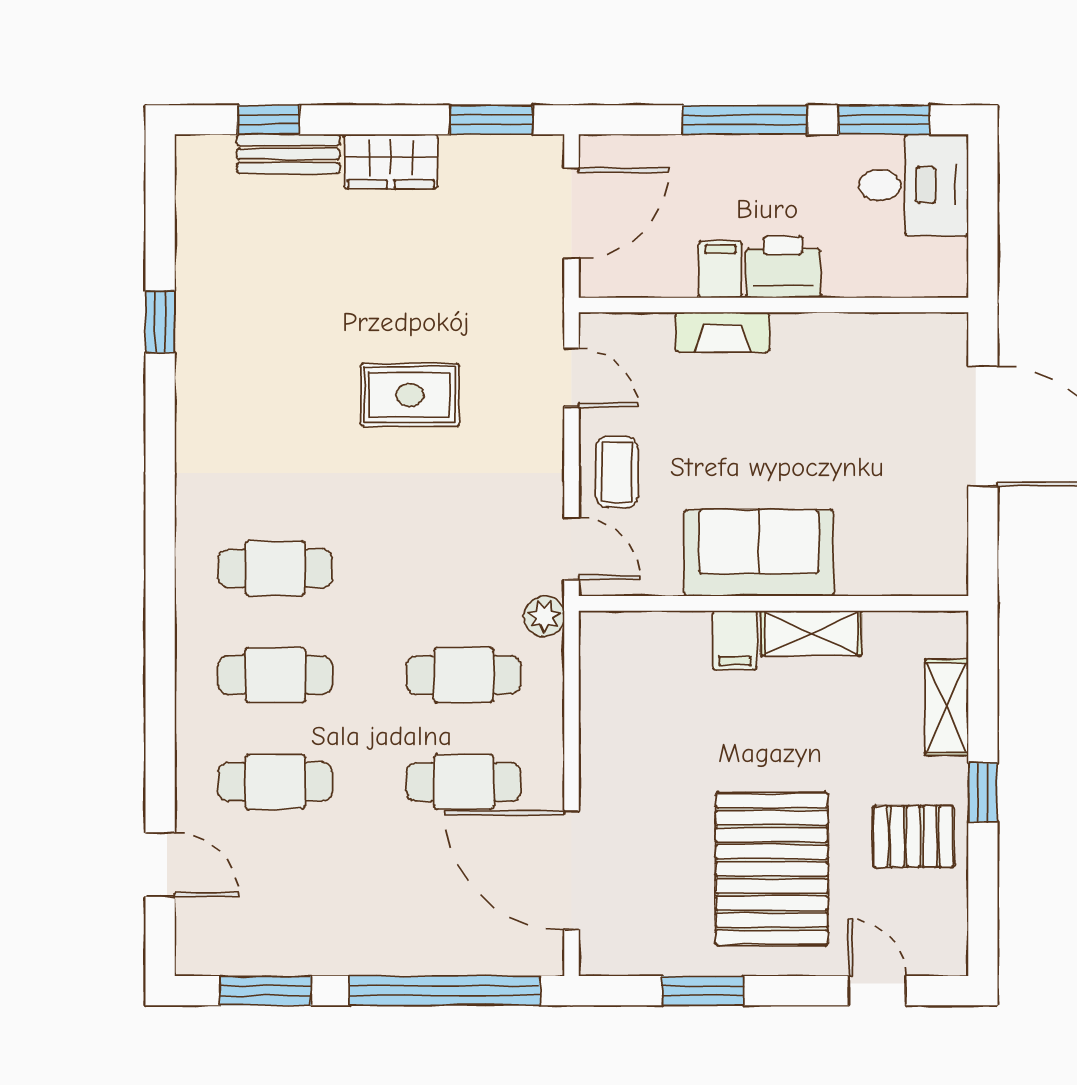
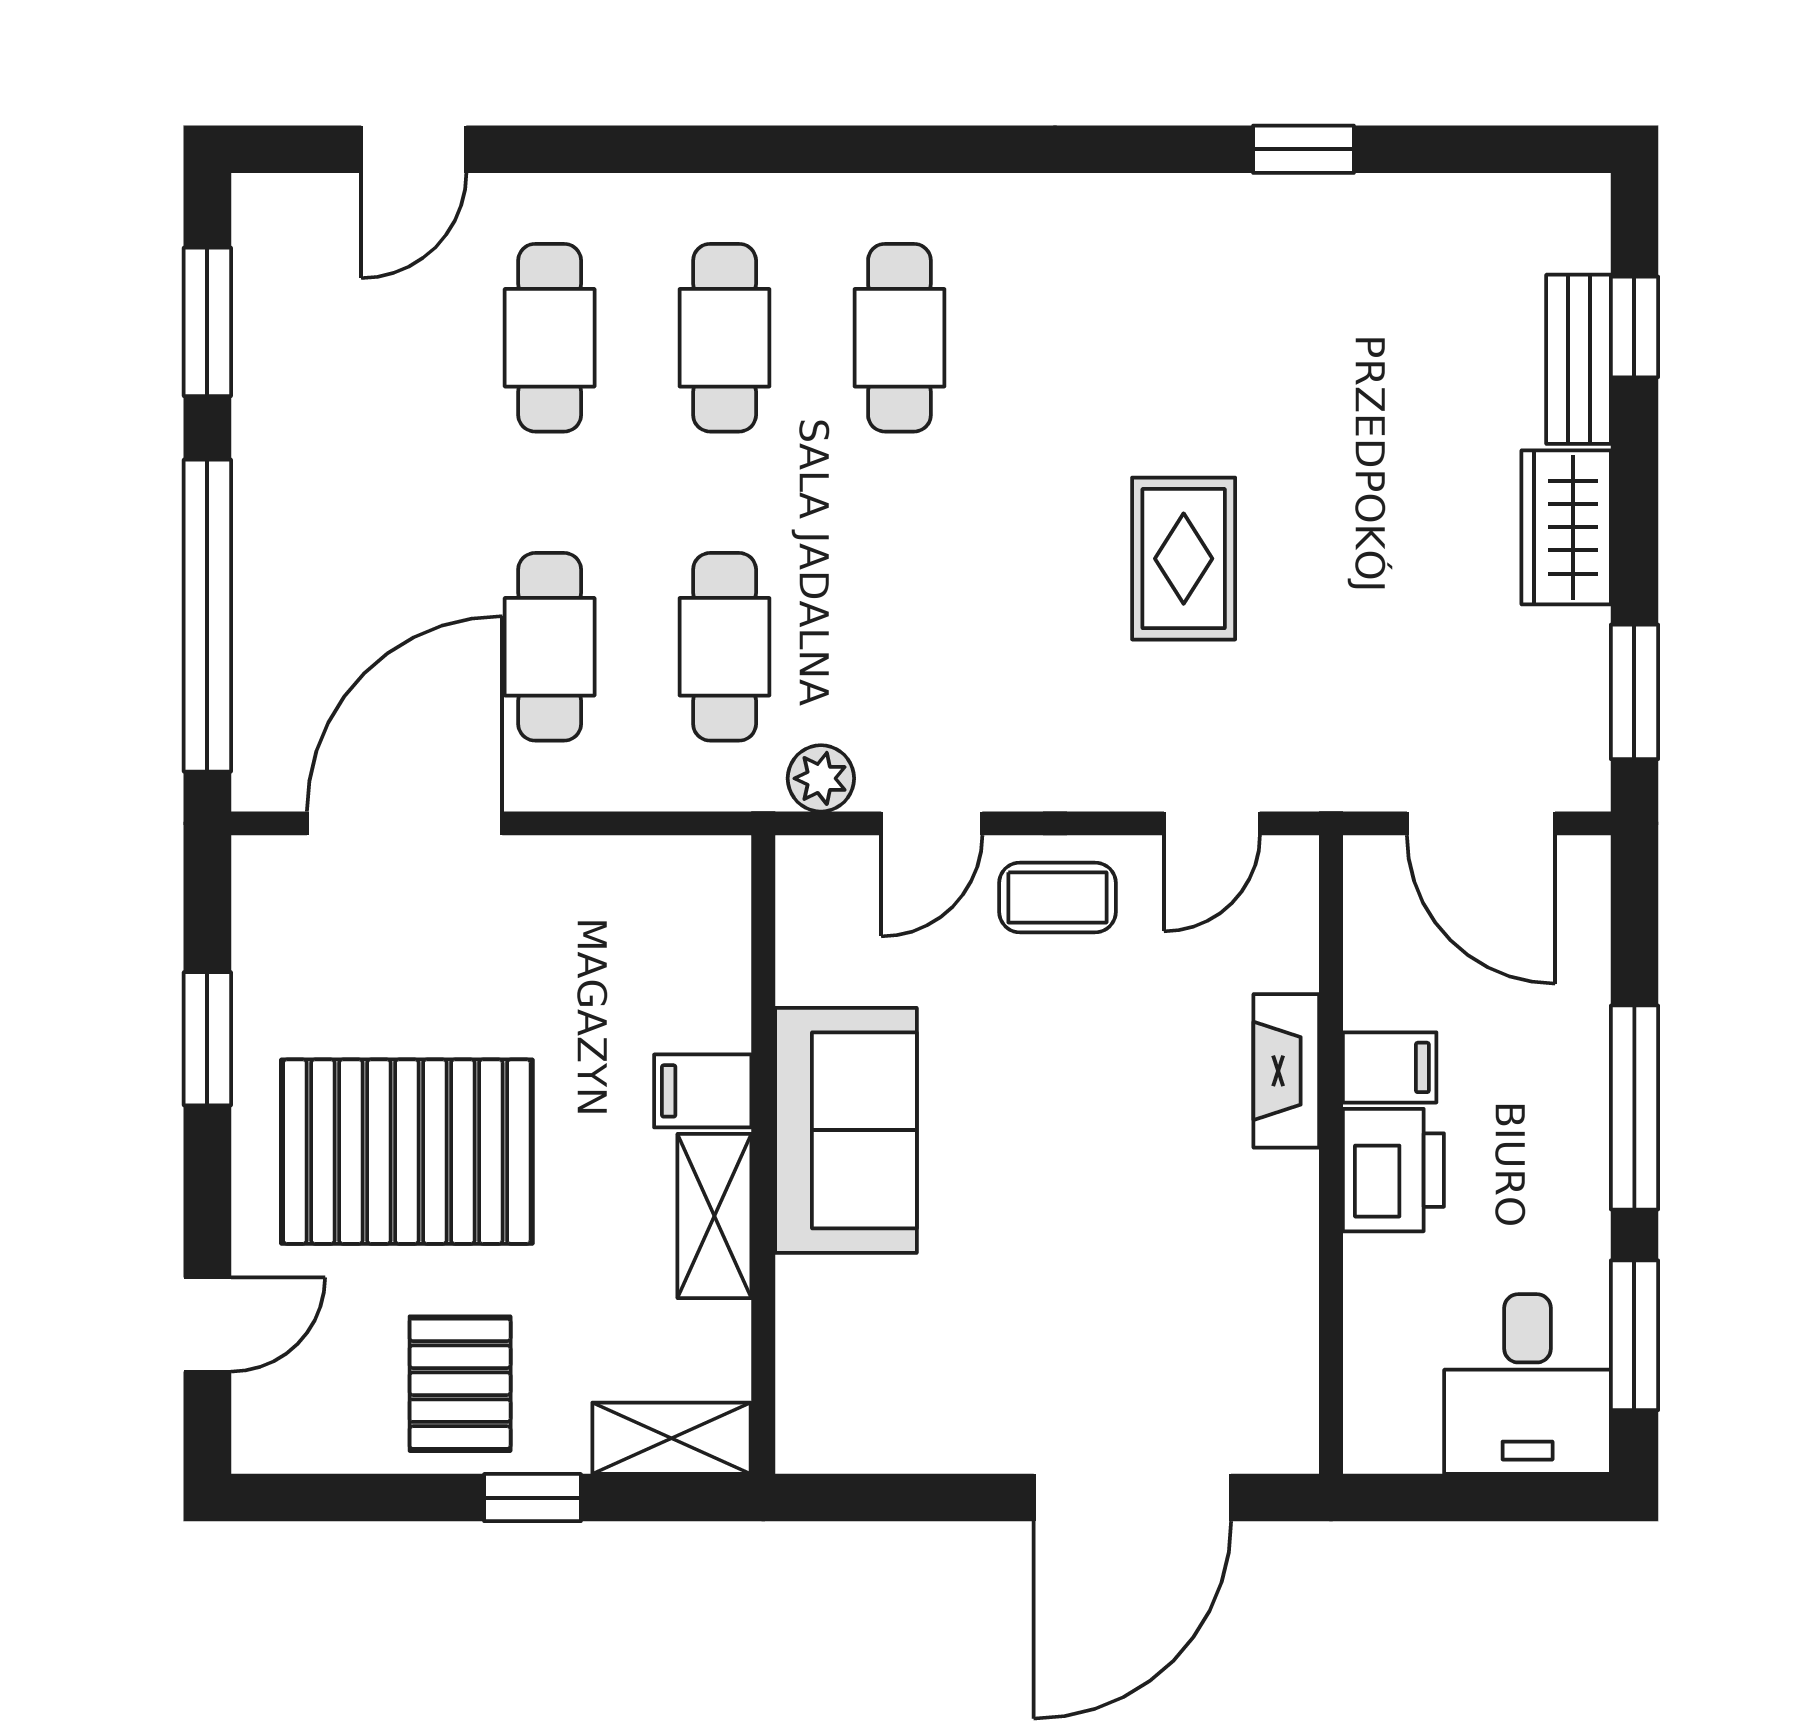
sofa: (759, 553) -> (846, 1130), moved
wall: (774, 603) -> (763, 1155), moved
shelving: (811, 633) -> (714, 1216), moved
filing cabinet: (735, 640) -> (703, 1091), moved

